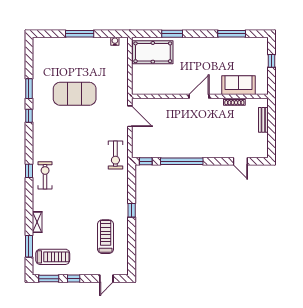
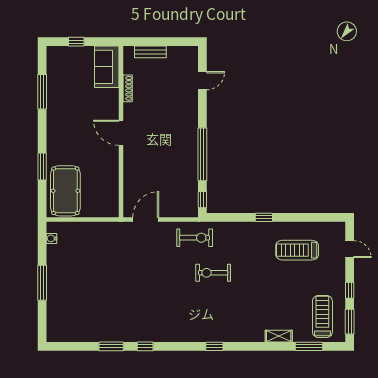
sofa: (238, 85) -> (107, 67), moved
exercise mat: (75, 94) -> (117, 289), removed
exercise bike: (45, 175) -> (213, 273), moved

